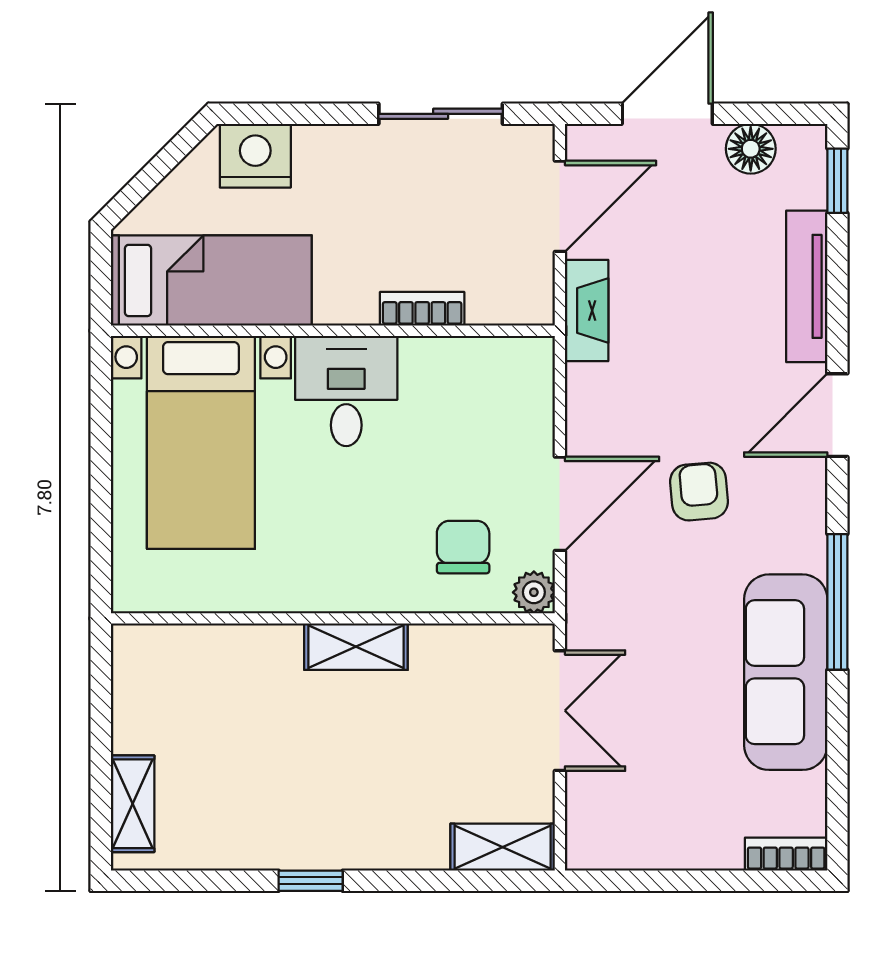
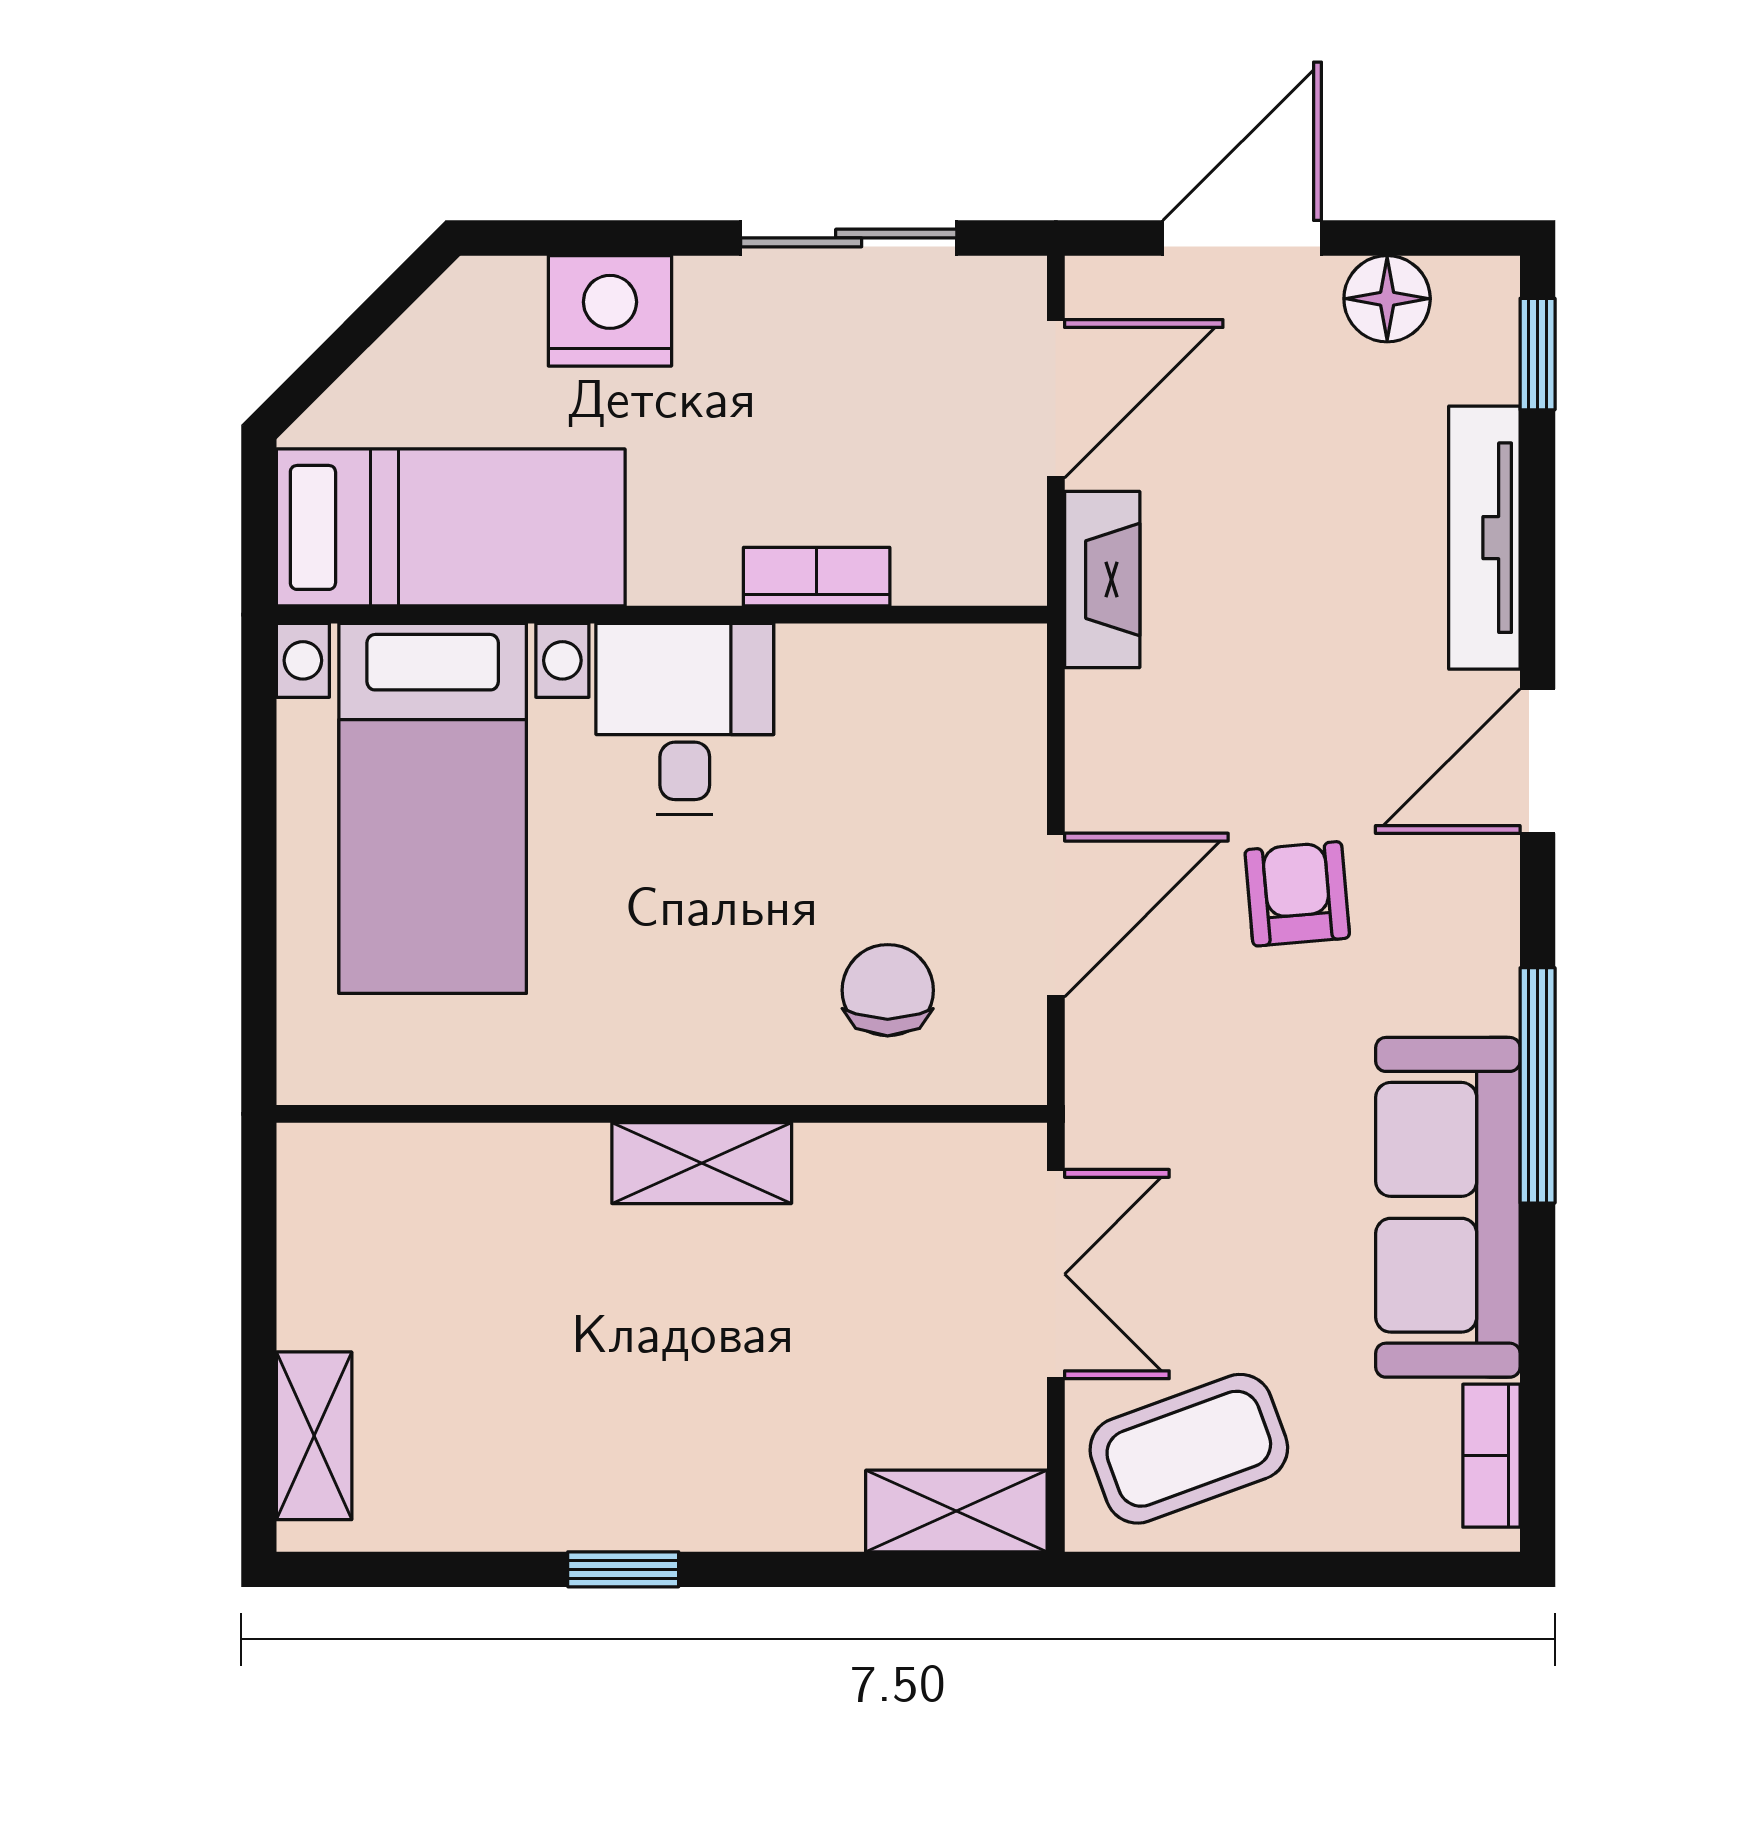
nightstand: (255, 156) -> (610, 311), moved
plant: (534, 592) -> (1011, 1069), removed
coffee table: (637, 811) -> (1189, 1449), added
bookcase: (786, 854) -> (1491, 1456), moved, turned -90

